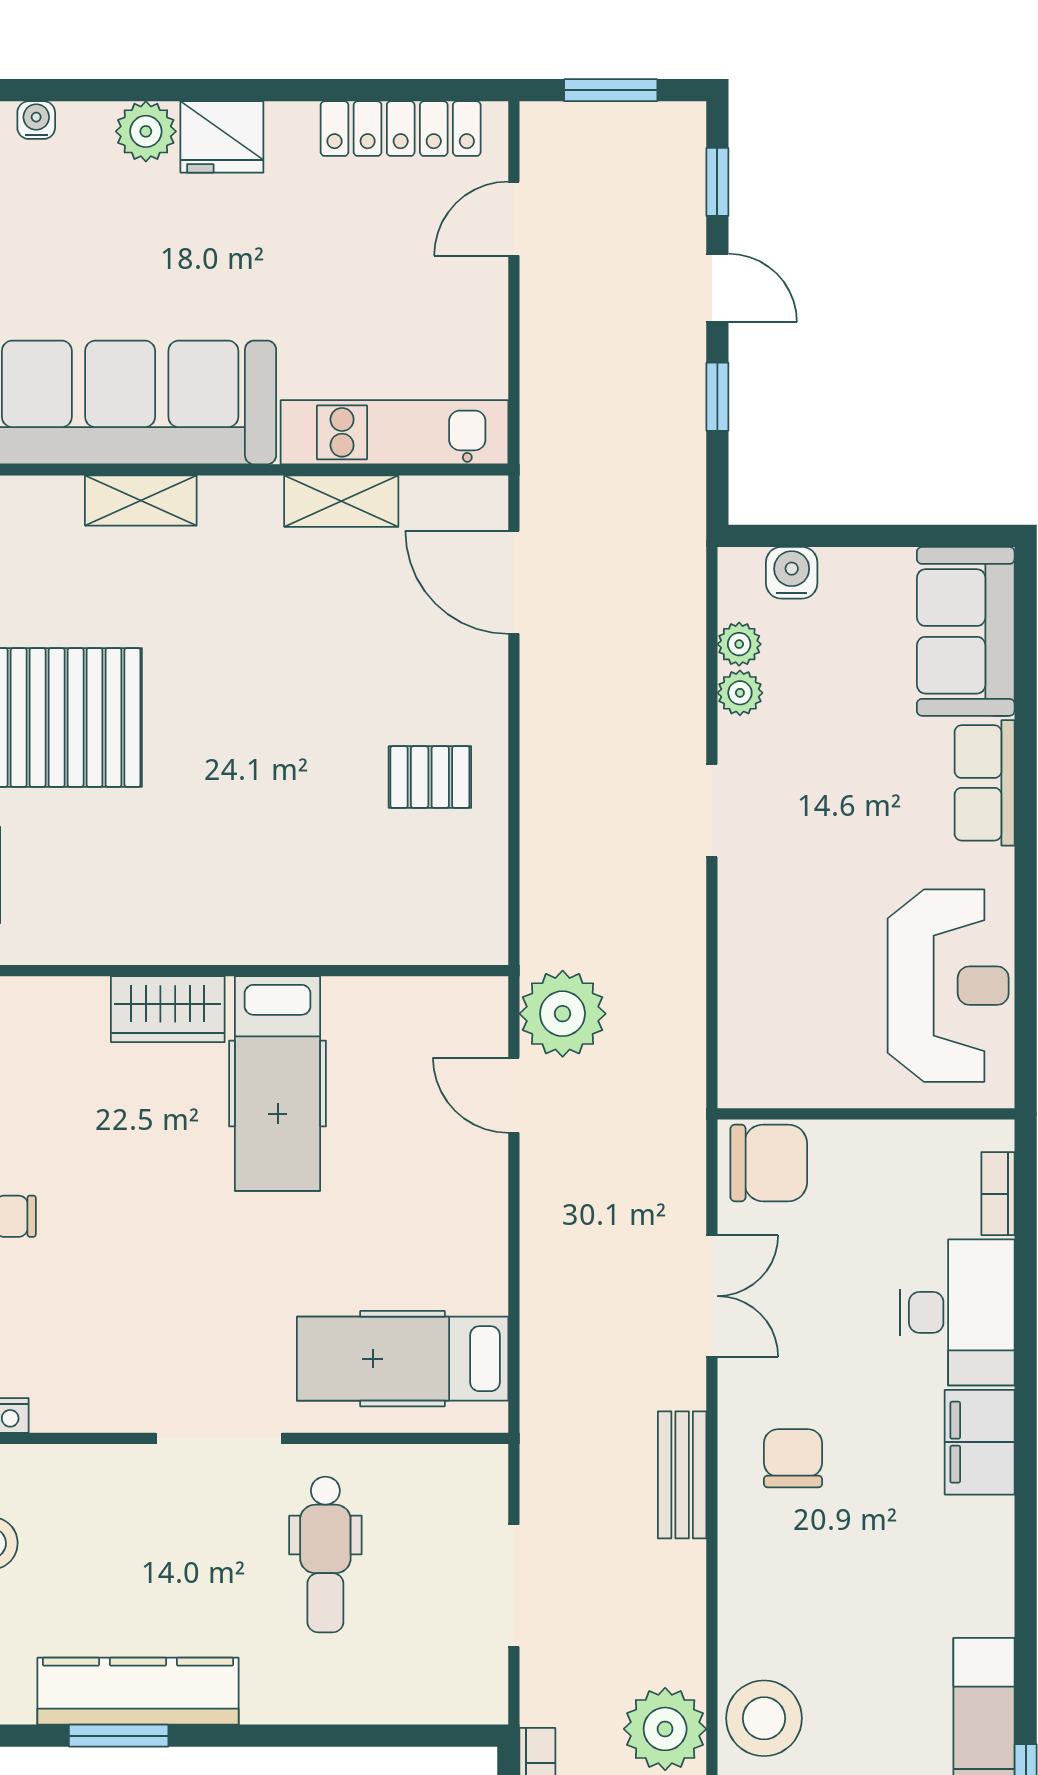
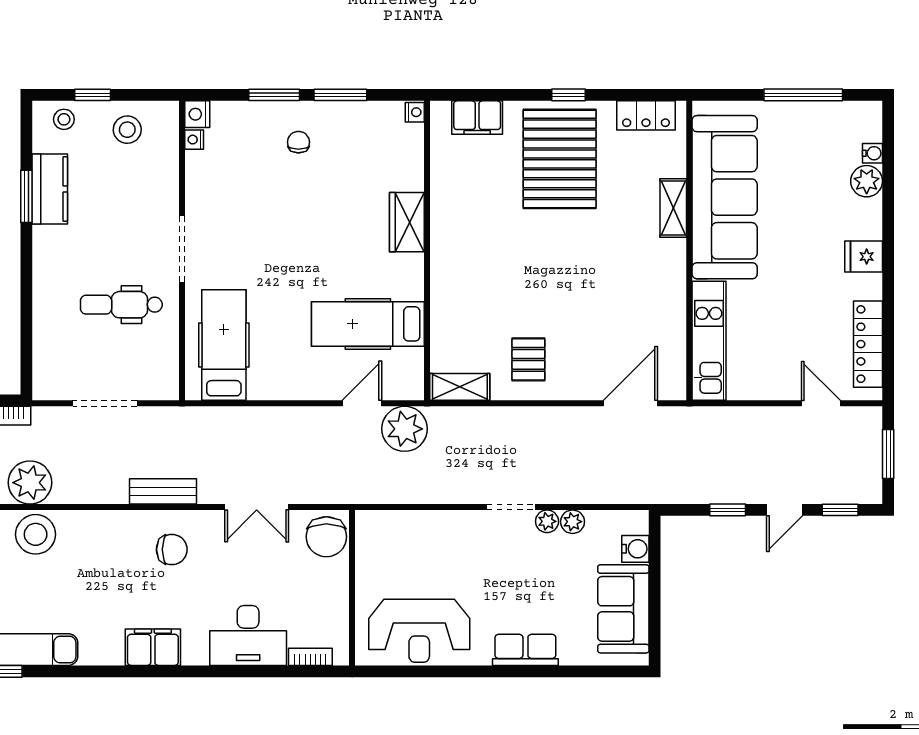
plant: (146, 131) -> (867, 181), moved
fridge: (222, 137) -> (864, 257), width x0.72
shelving: (341, 501) -> (460, 387), moved, turned 90
sofa: (966, 631) -> (623, 609), moved, turned -90
plant: (739, 644) -> (547, 521), moved
hospital bed: (278, 1084) -> (368, 324), moved
filing cabinet: (980, 1442) -> (153, 647), moved
kitchen counter: (138, 1691) -> (50, 189), width x0.67

